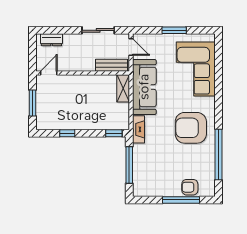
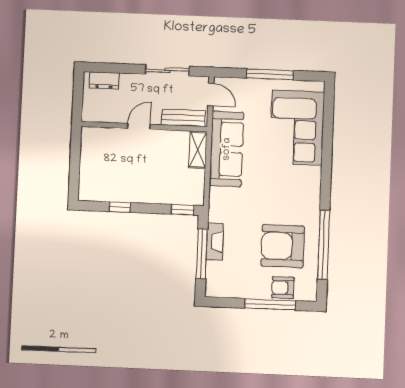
window: (174, 30) -> (270, 74), width x1.44
door: (49, 73) -> (139, 126), moved
window: (33, 103) -> (75, 164), removed
armchair: (191, 128) -> (283, 246), moved
fireplace: (138, 129) -> (215, 242), moved

